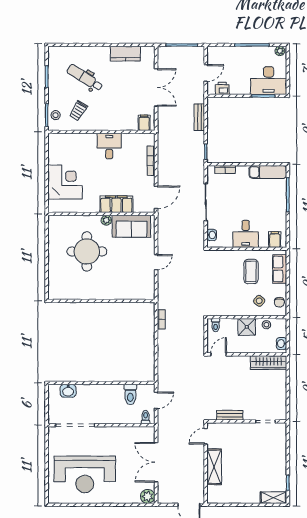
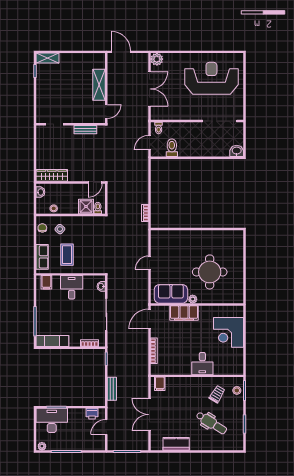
desk: (109, 146) -> (202, 364), moved
shower: (247, 327) -> (86, 206), moved
washbasin: (68, 391) -> (237, 151), moved

